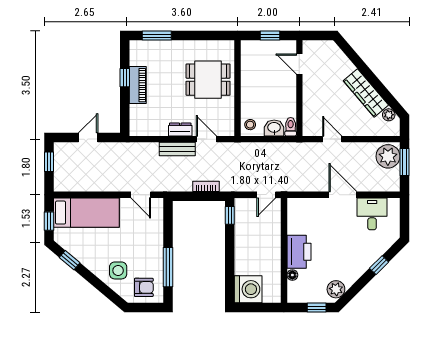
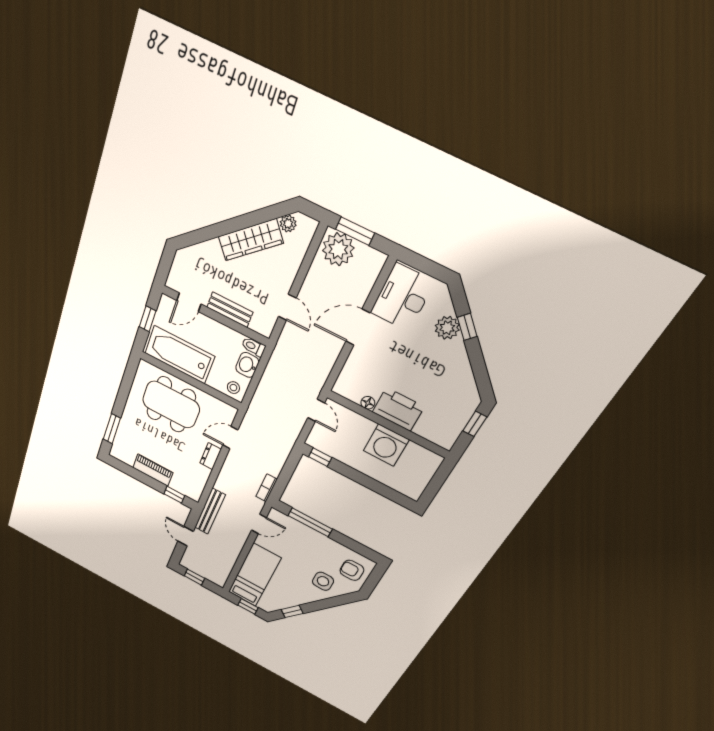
bathtub: (254, 72) -> (180, 355), added
window: (125, 78) -> (174, 495), moved
dining table: (208, 80) -> (171, 405), width x1.38
bench: (309, 98) -> (230, 310), added
door: (332, 139) -> (287, 307), swing flipped
bench: (177, 149) -> (210, 511), moved, width x1.36
bookcase: (206, 186) -> (267, 488), moved
desk: (372, 214) -> (402, 297), width x1.37
window: (168, 267) -> (310, 522), moved
floor lamp: (292, 275) -> (368, 403), moved
armchair: (144, 287) -> (352, 570), turned -90
washing machine: (248, 289) -> (386, 445), moved, turned 180
plant: (336, 289) -> (447, 328), moved

